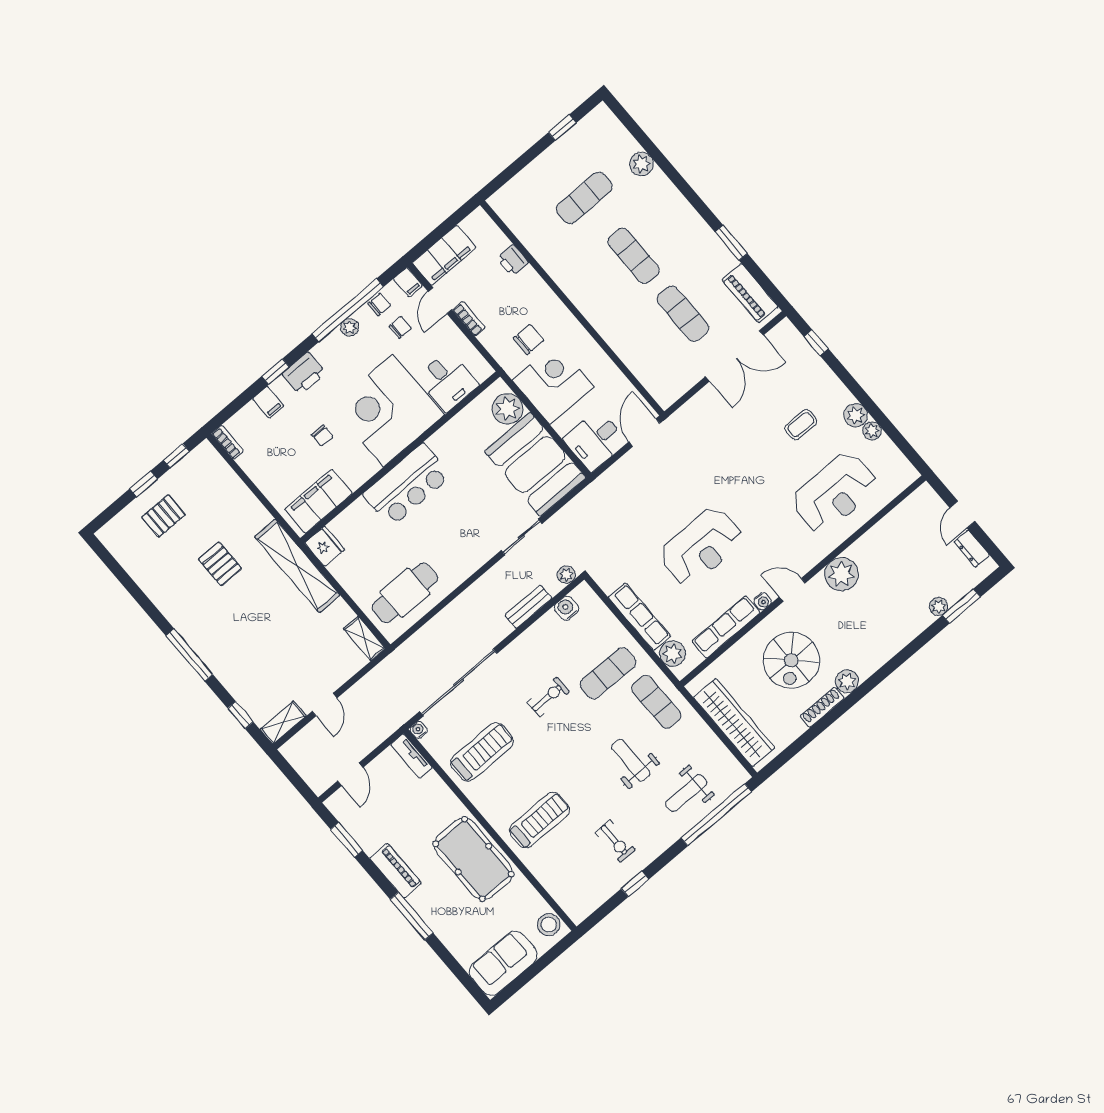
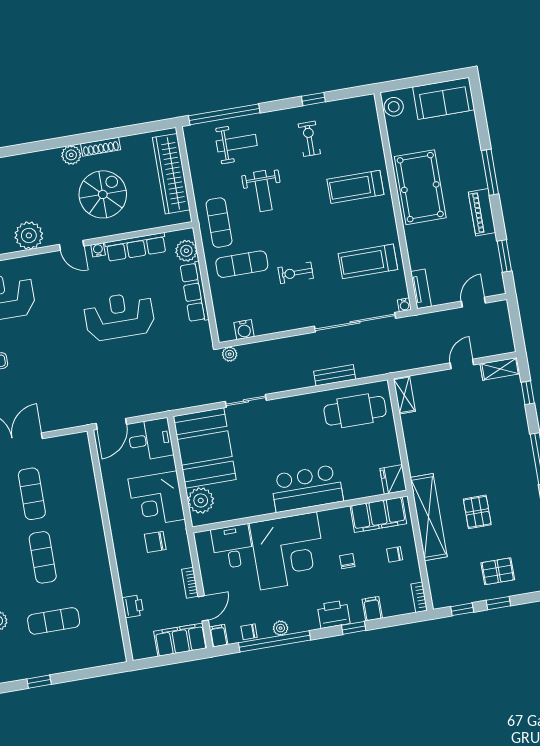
chair: (400, 327) -> (395, 554), moved
shelving: (297, 566) -> (429, 517), moved
bench: (528, 607) -> (335, 375), moved

